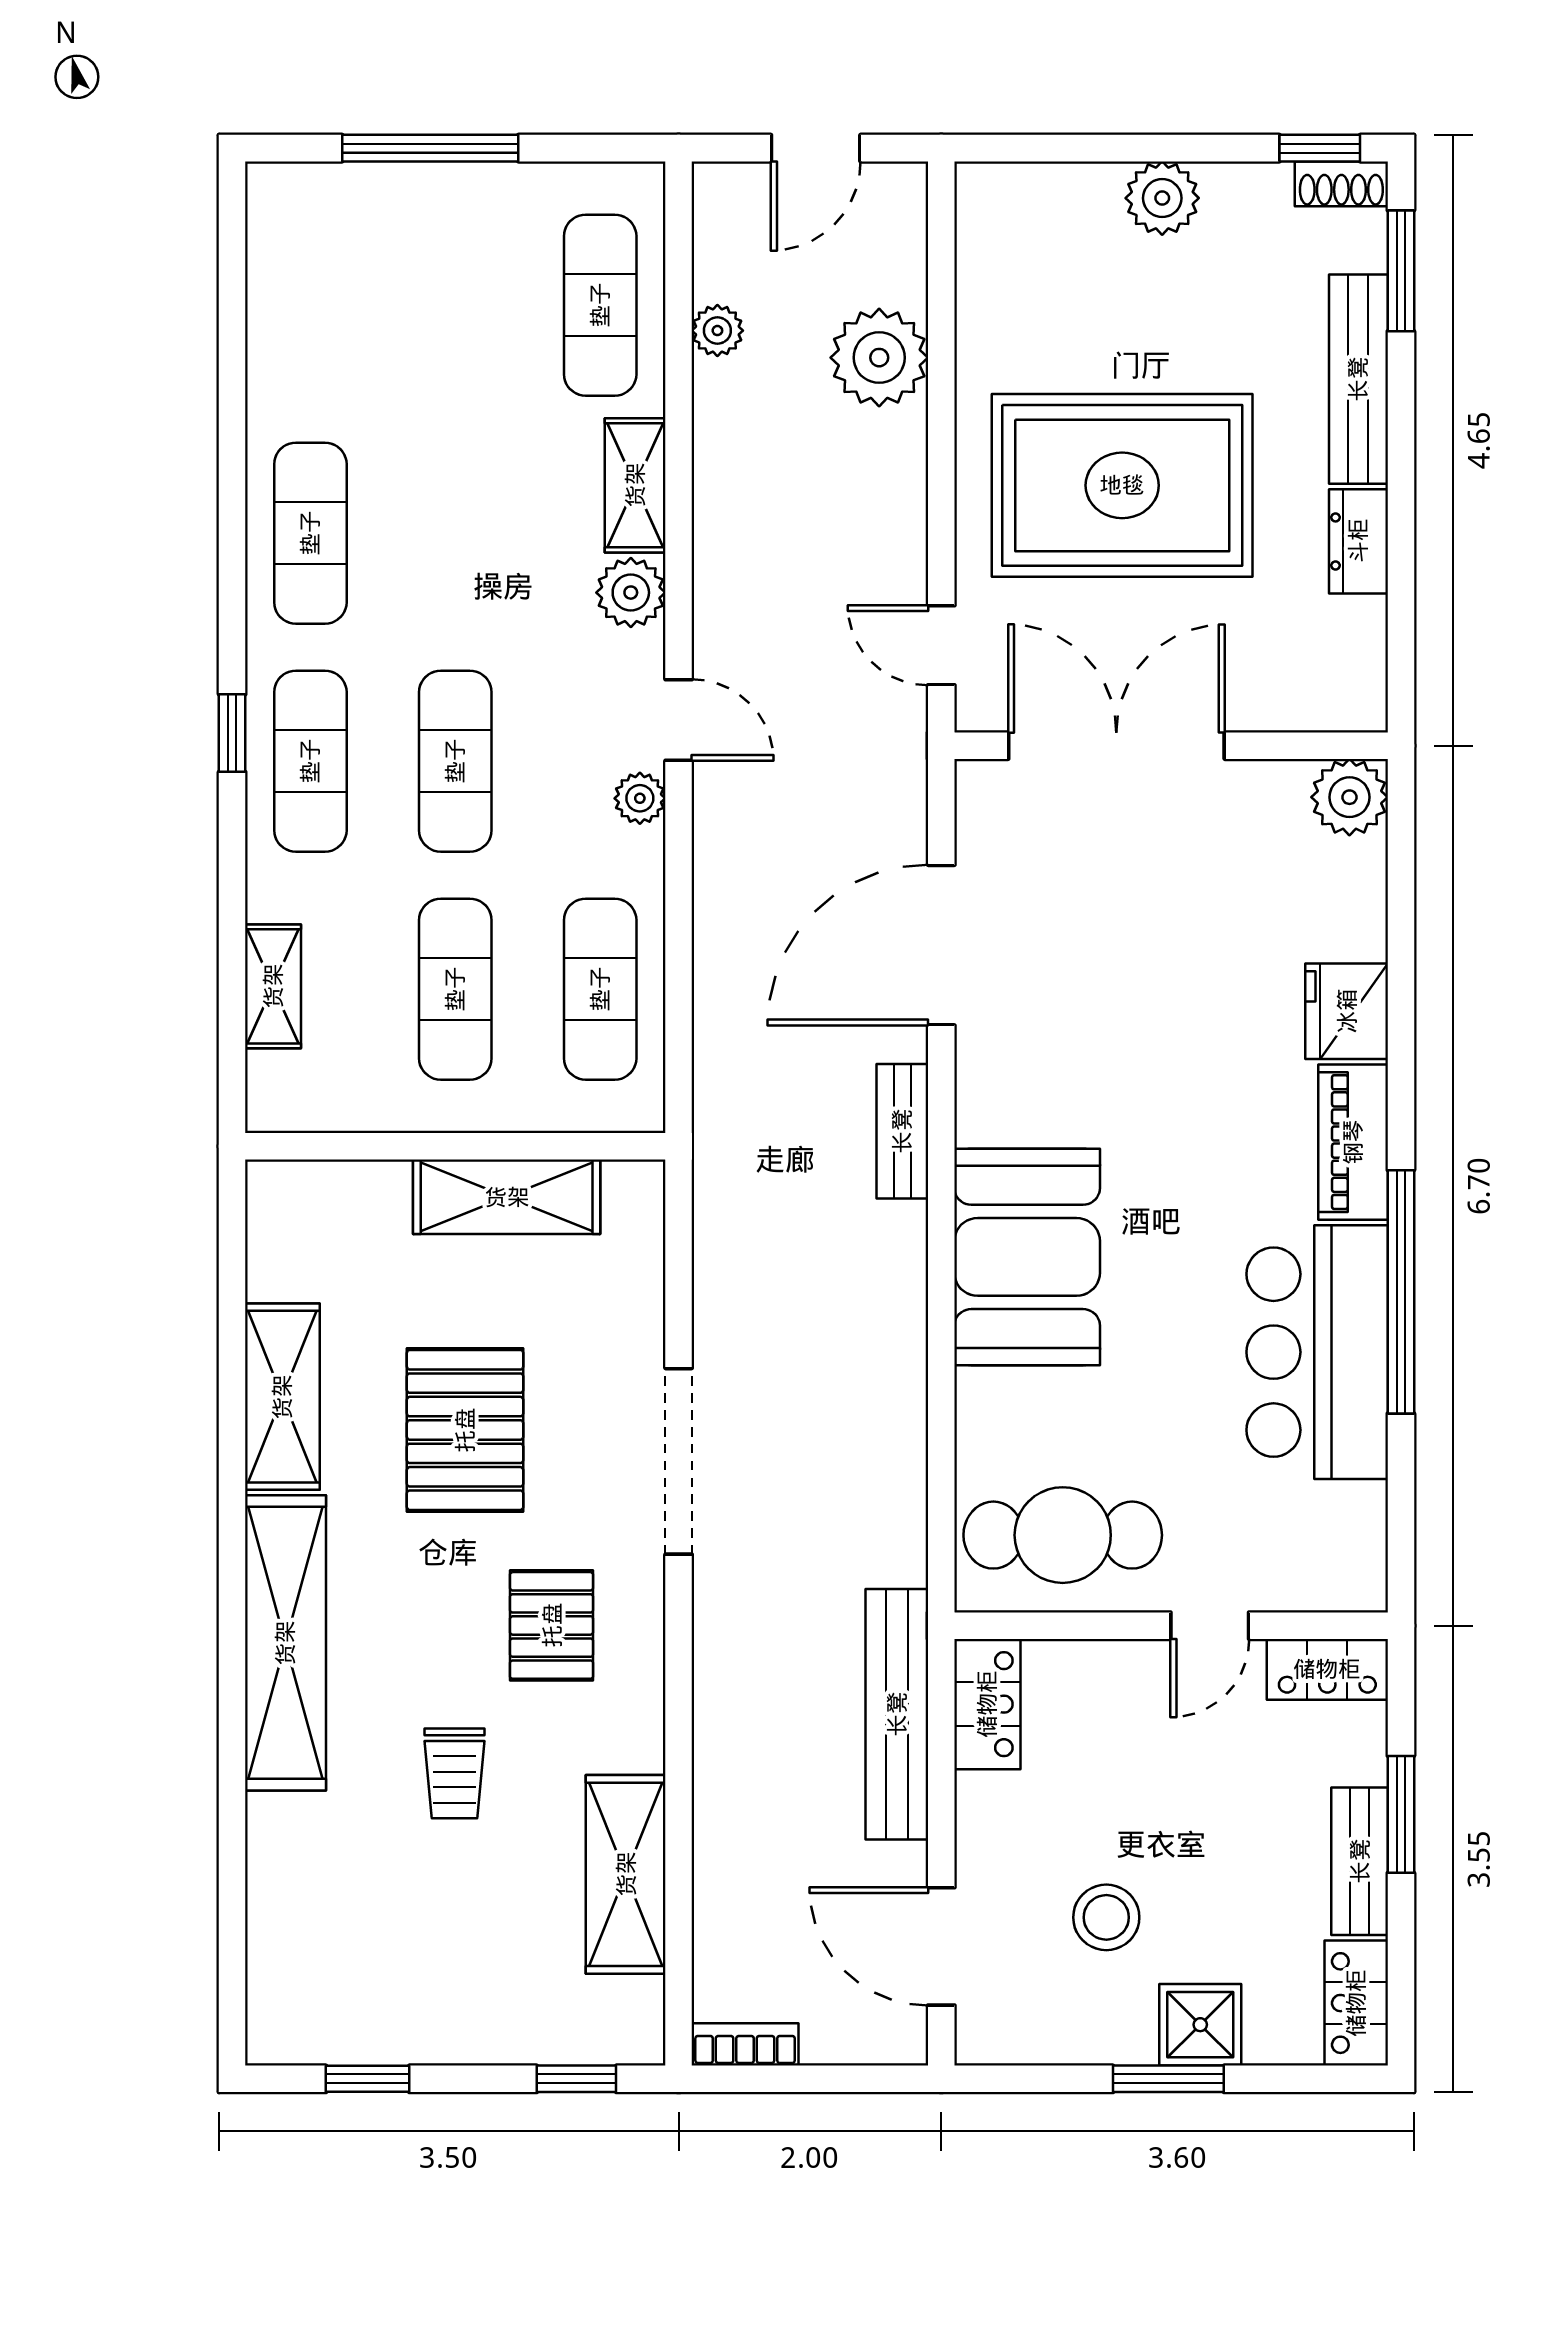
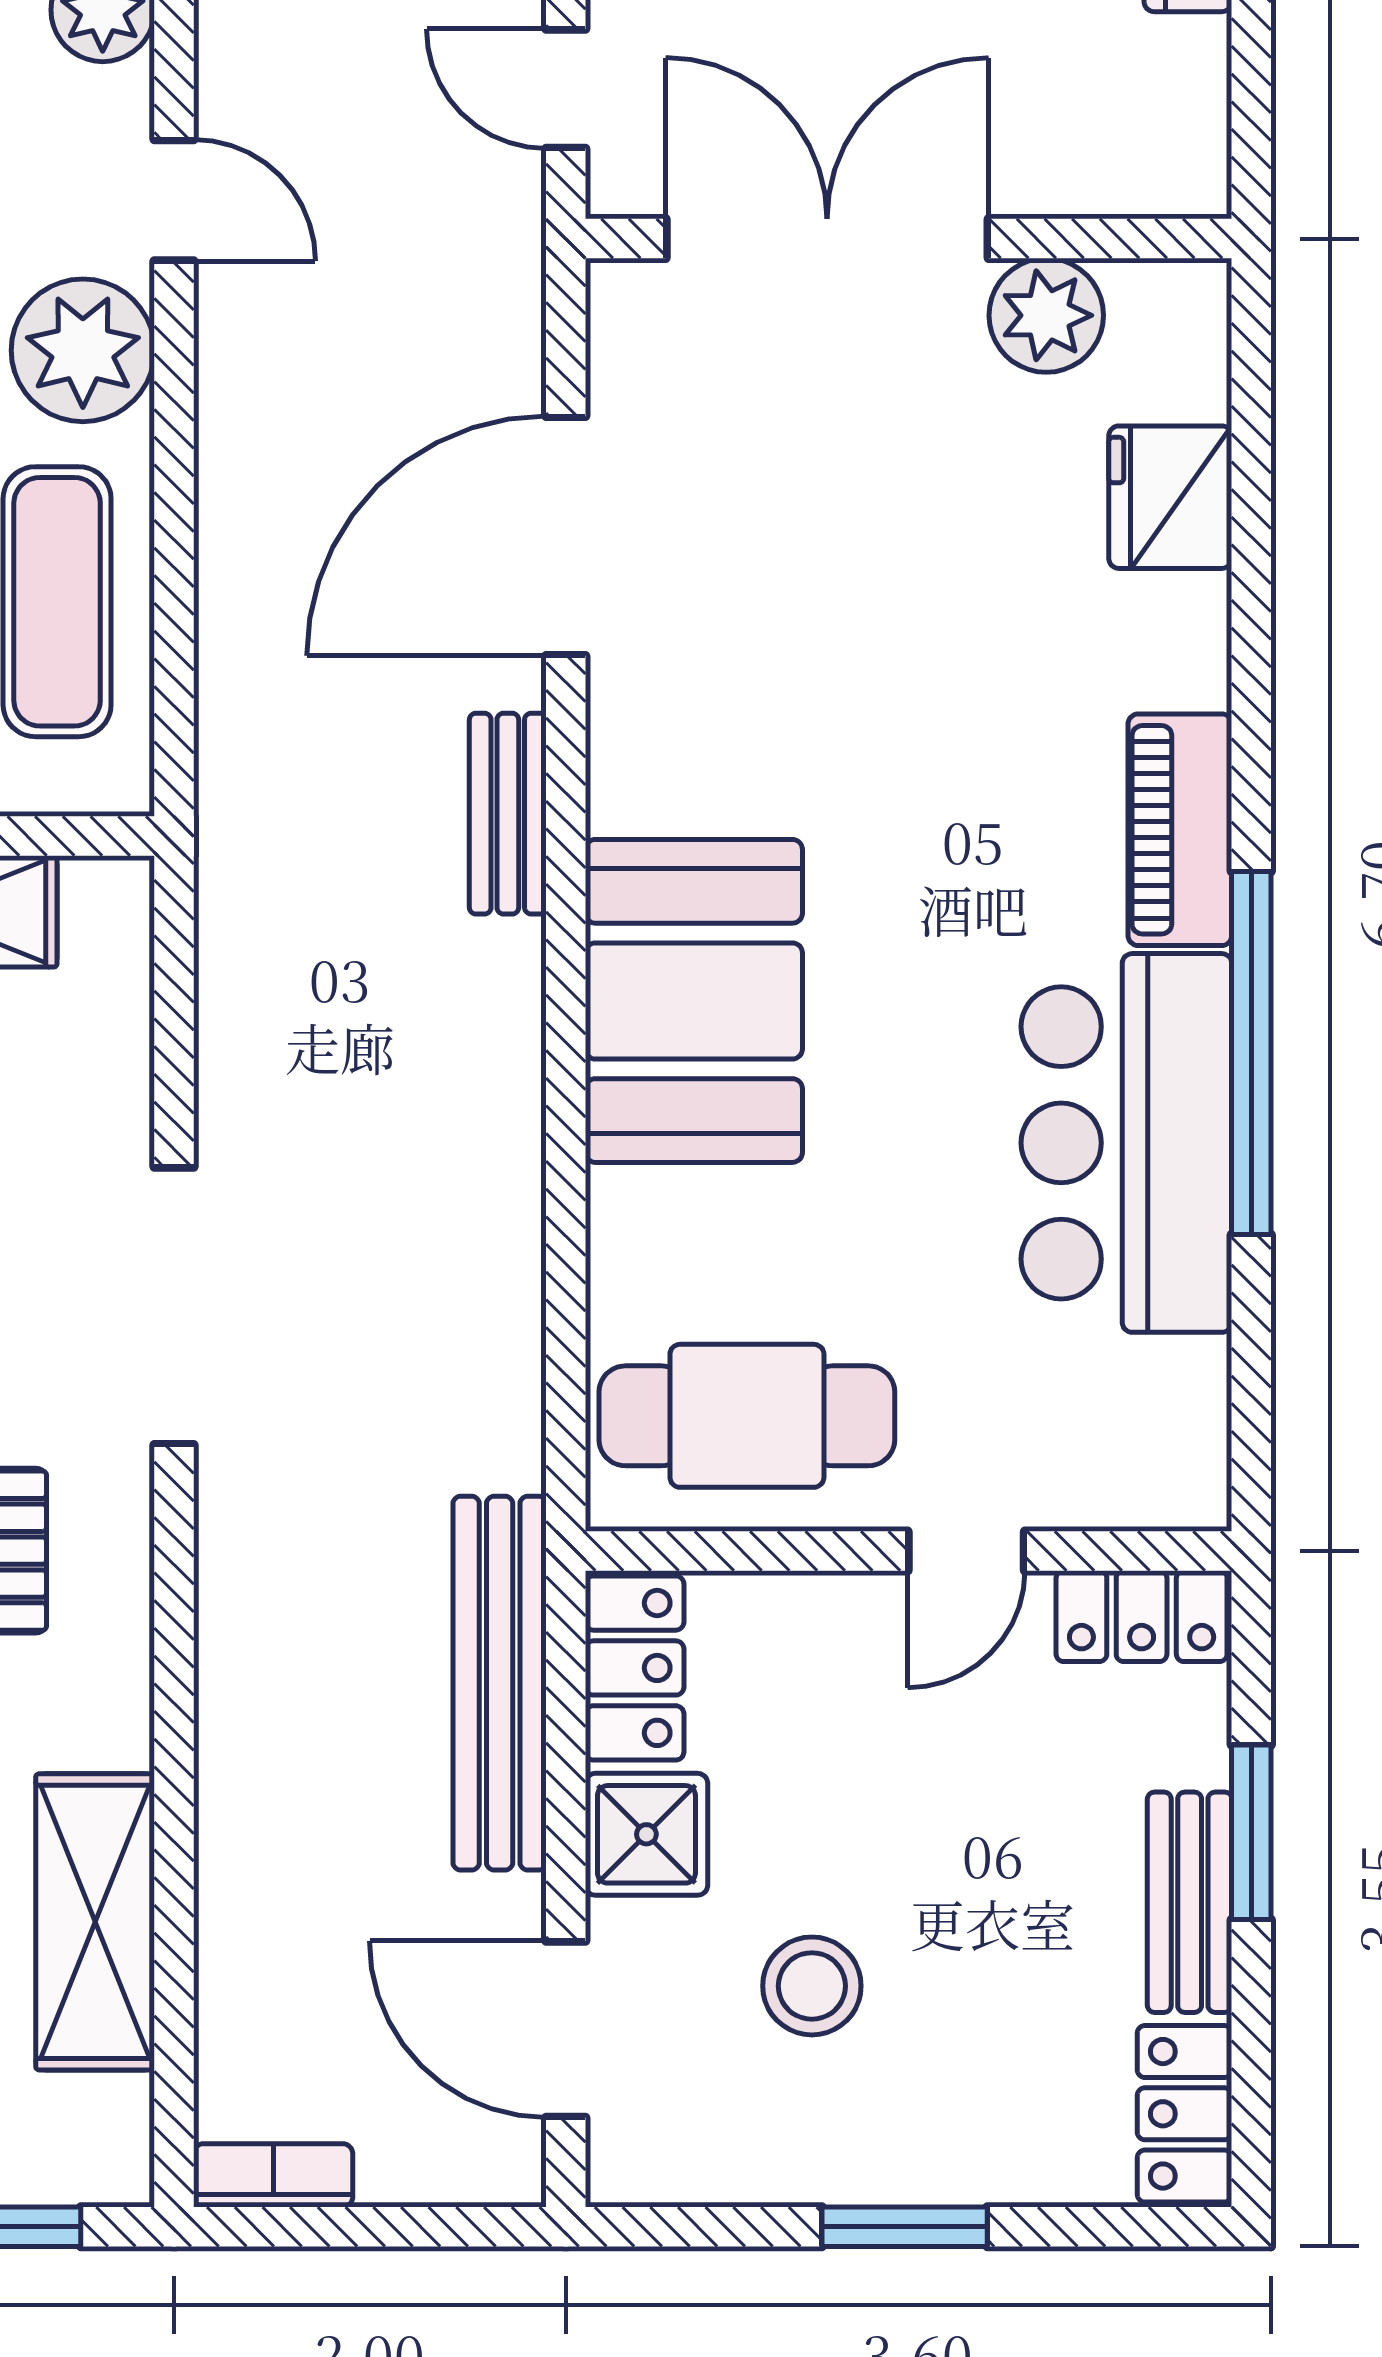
plant: (1349, 797) -> (1046, 315), moved
plant: (640, 798) -> (83, 350), width x1.88, depth x1.88
fridge: (1347, 1011) -> (1170, 497), moved
shower: (1200, 2025) -> (646, 1834), moved

